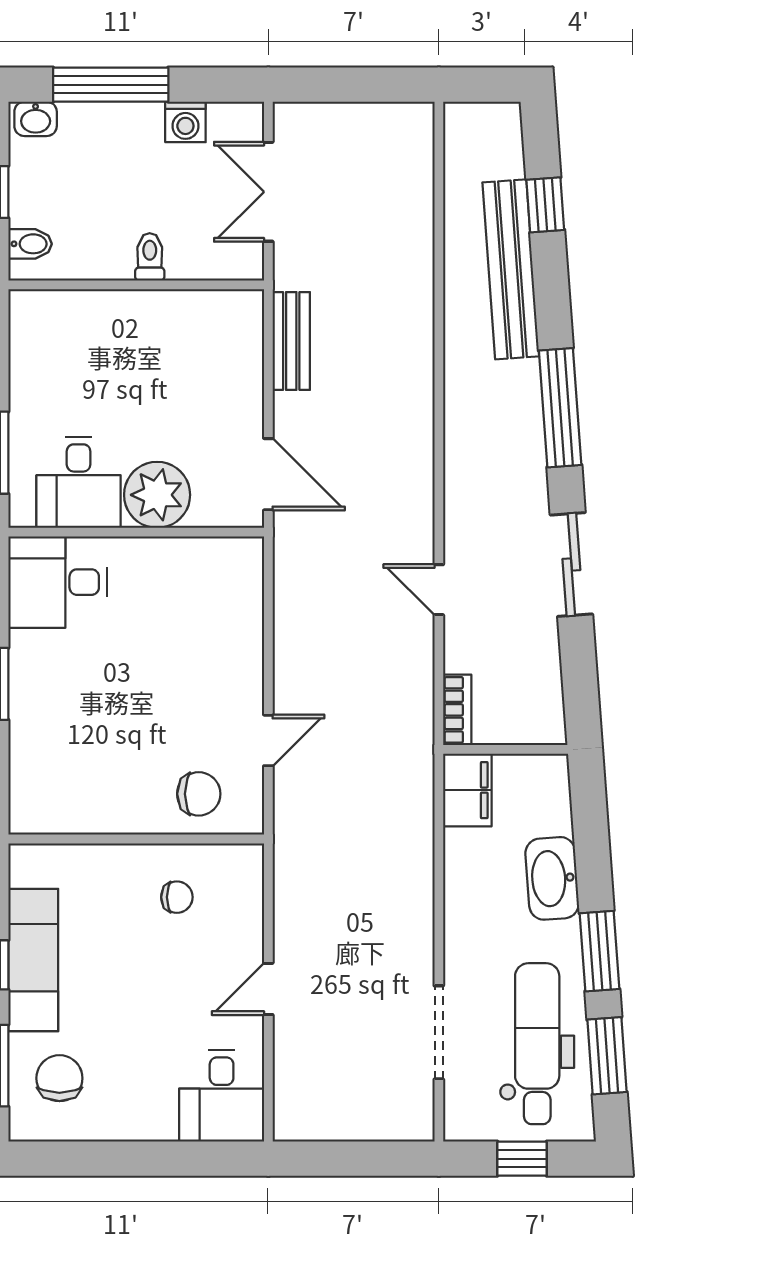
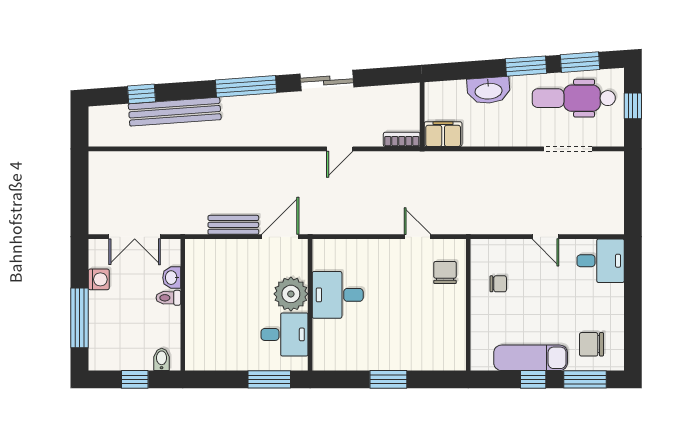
washbasin: (36, 119) -> (172, 278), moved, turned 180
bench: (291, 341) -> (233, 225), moved
desk: (58, 582) -> (338, 295), moved, turned 90
chair: (177, 897) -> (498, 284), turned 90

